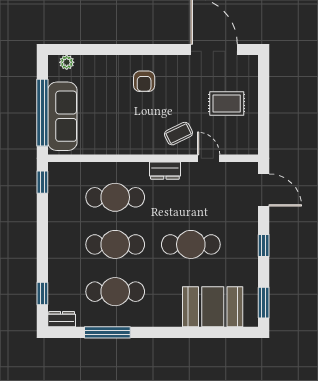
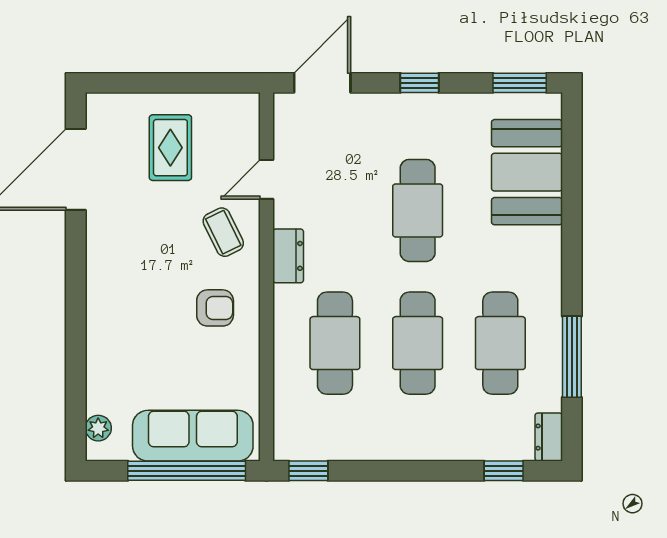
armchair: (144, 81) -> (215, 308), moved

